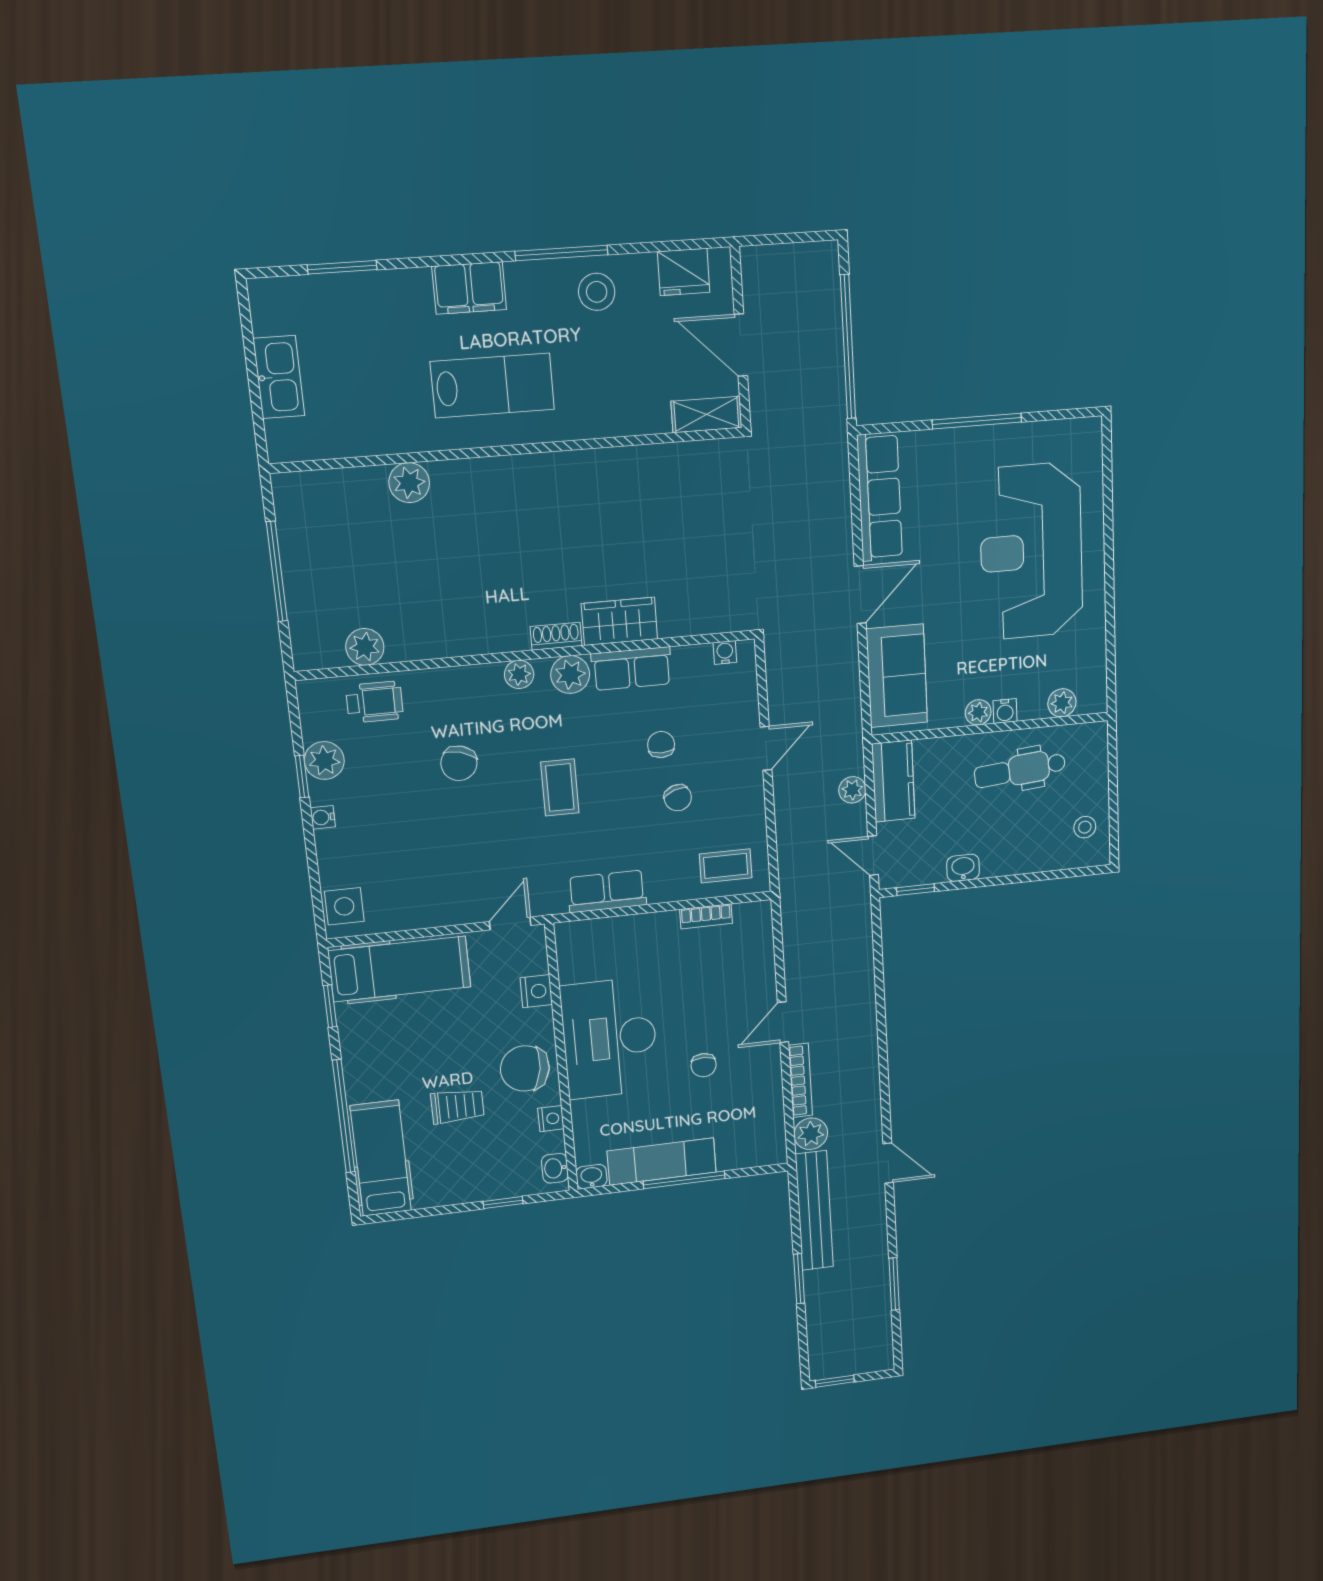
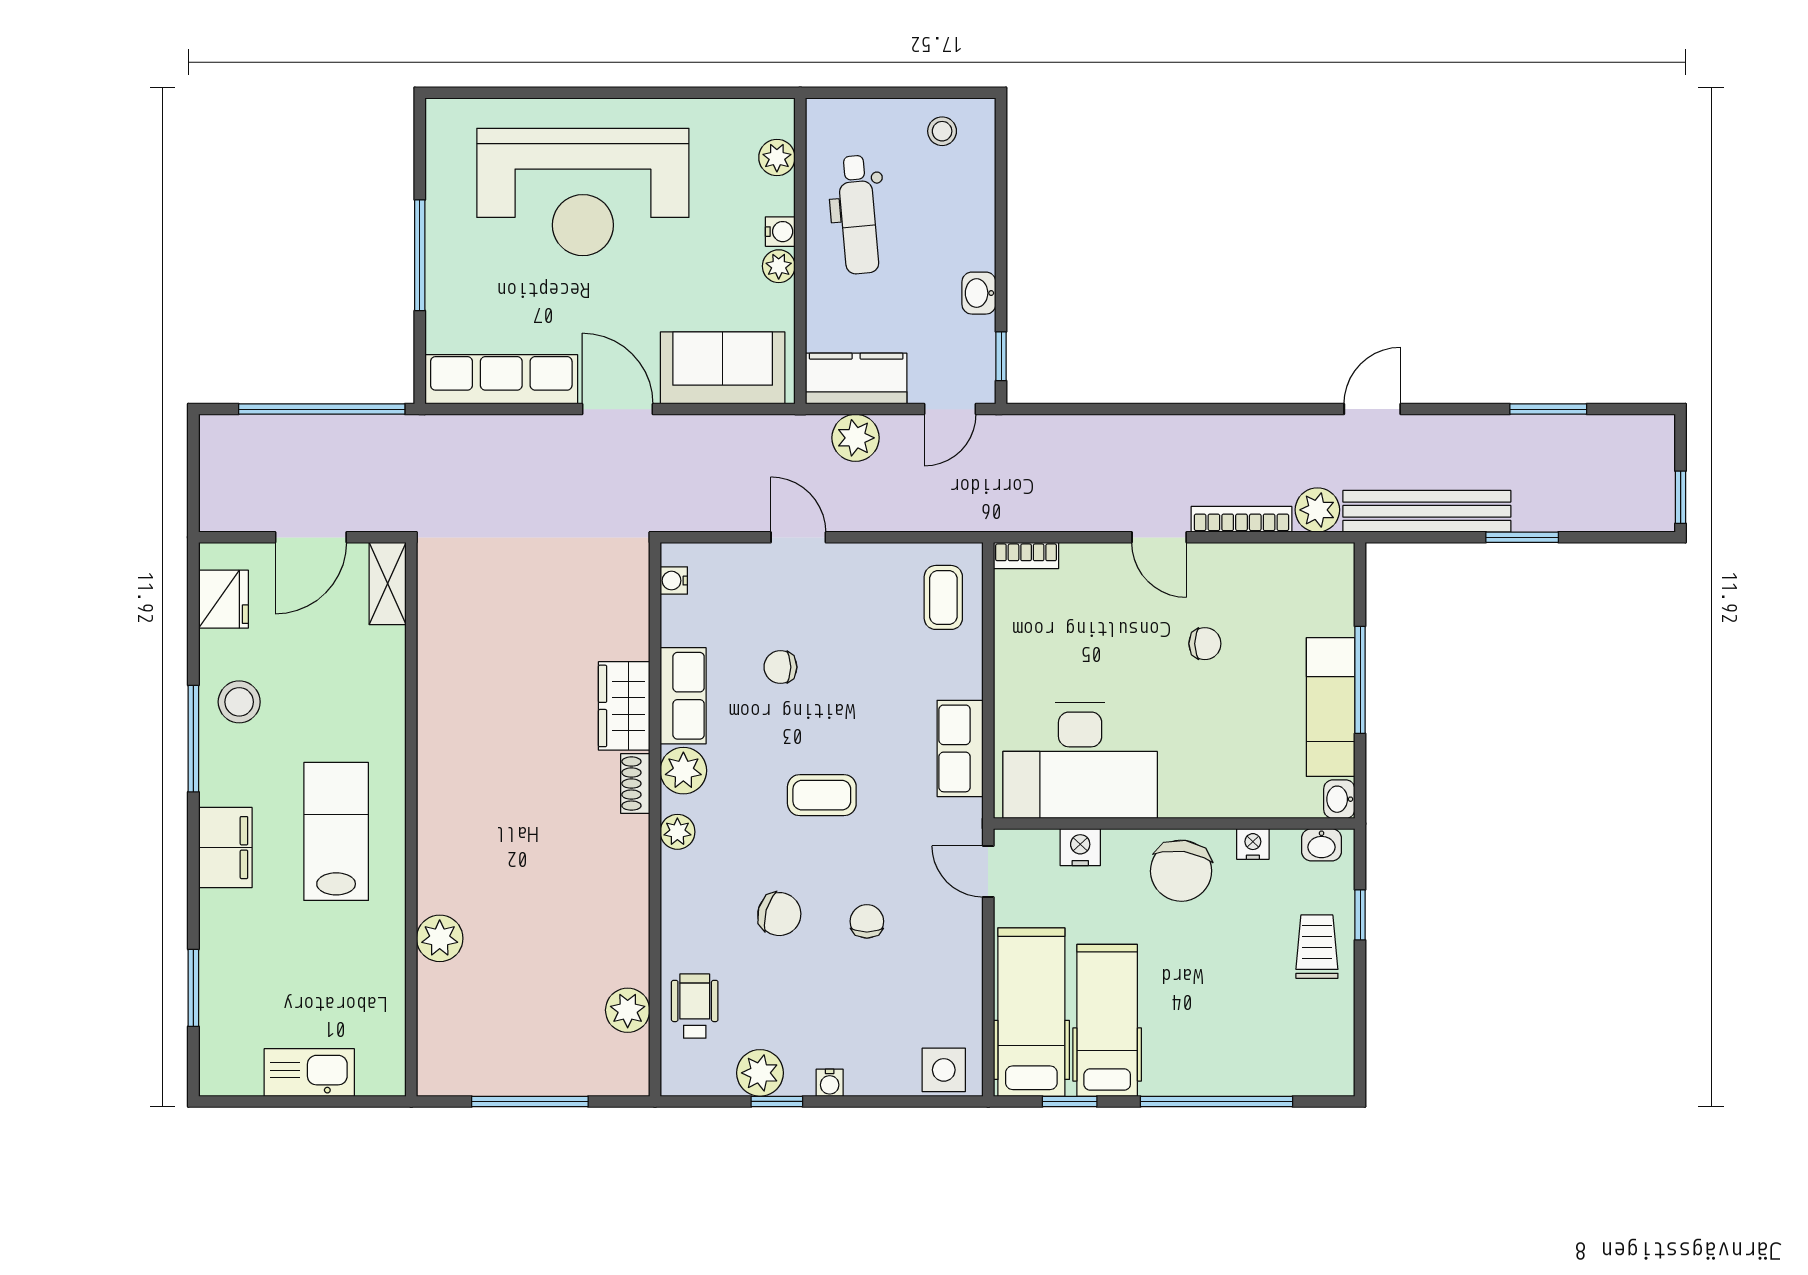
plant: (852, 790) -> (856, 438), width x1.38, depth x1.38
chair: (678, 798) -> (867, 921), moved, turned -70
bookcase: (706, 916) -> (1026, 555), moved, turned 90
desk: (610, 1038) -> (1080, 761), moved
trolley: (457, 1106) -> (1317, 947), moved
hospital bed: (381, 1158) -> (1107, 1020), moved, turned 90

